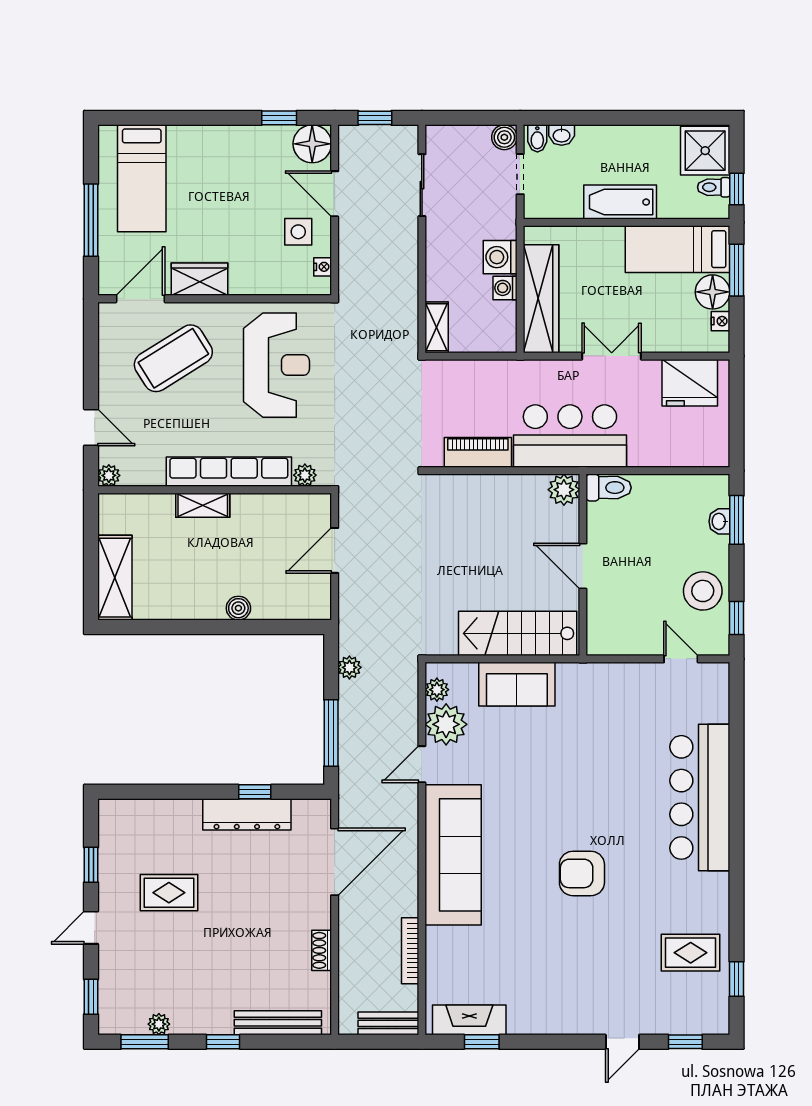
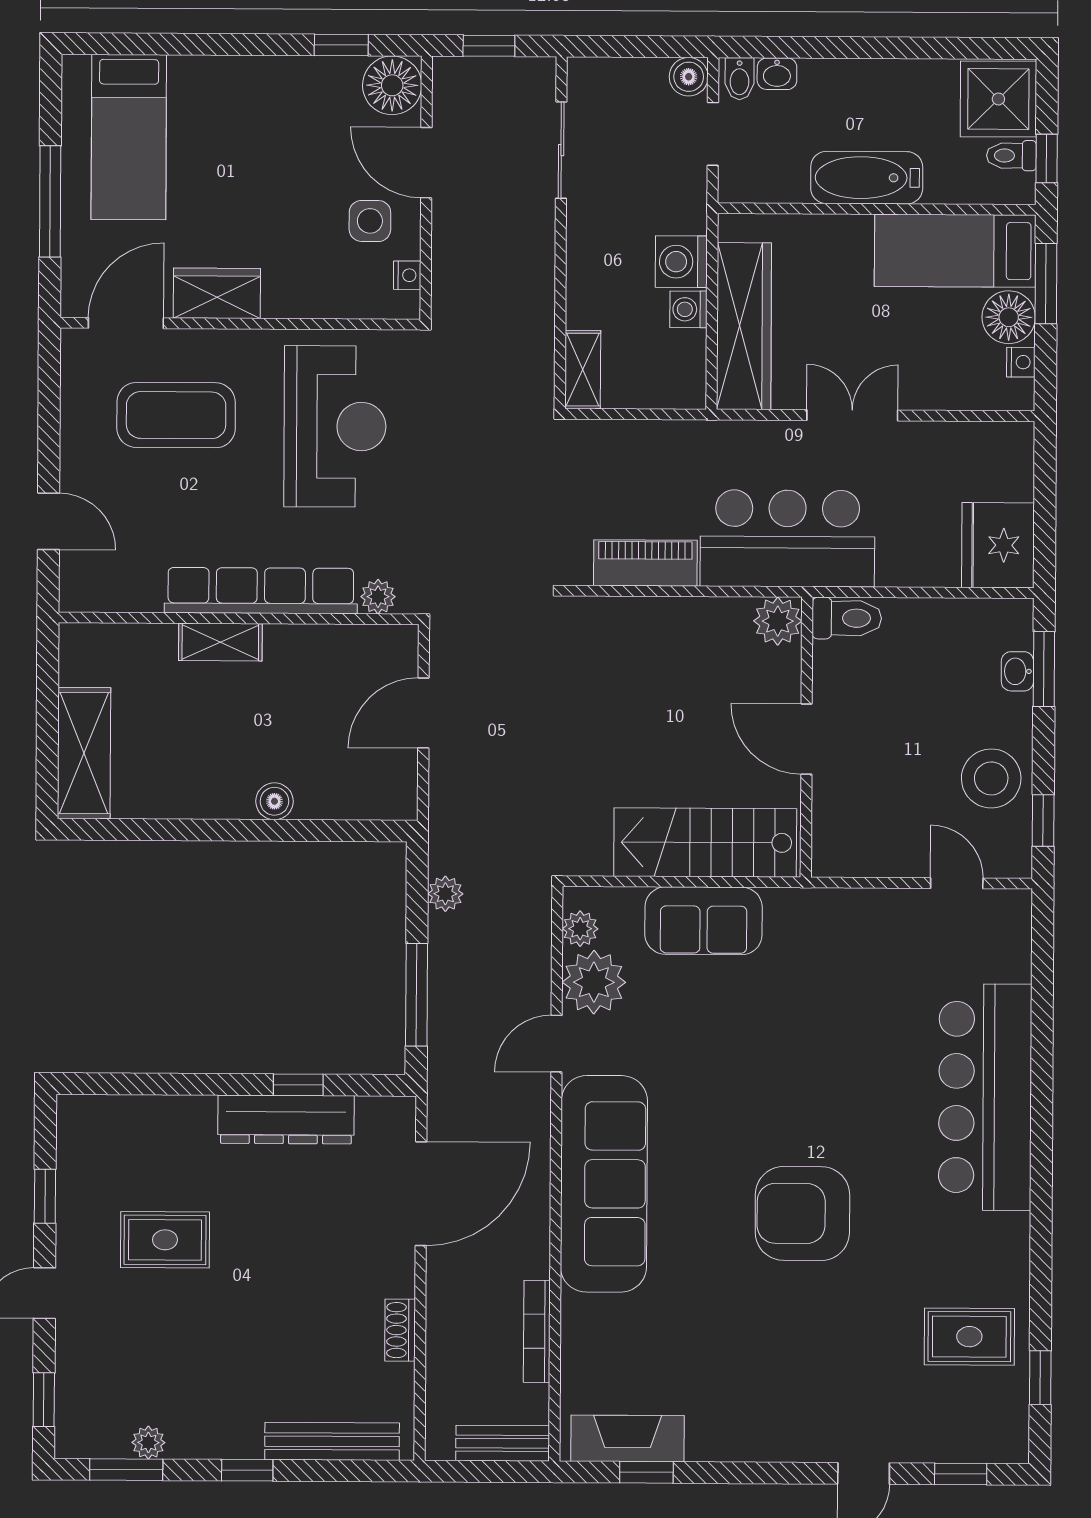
coffee table: (173, 358) -> (176, 415), turned 32
fridge: (690, 383) -> (998, 545), moved, turned 90
plant: (109, 475) -> (76, 596), removed
armchair: (582, 873) -> (802, 1213), width x1.36, depth x1.36

